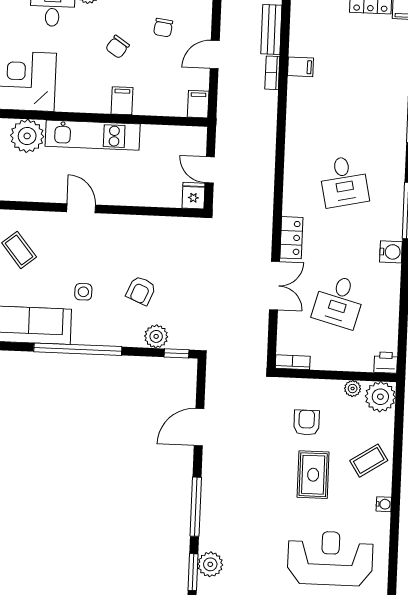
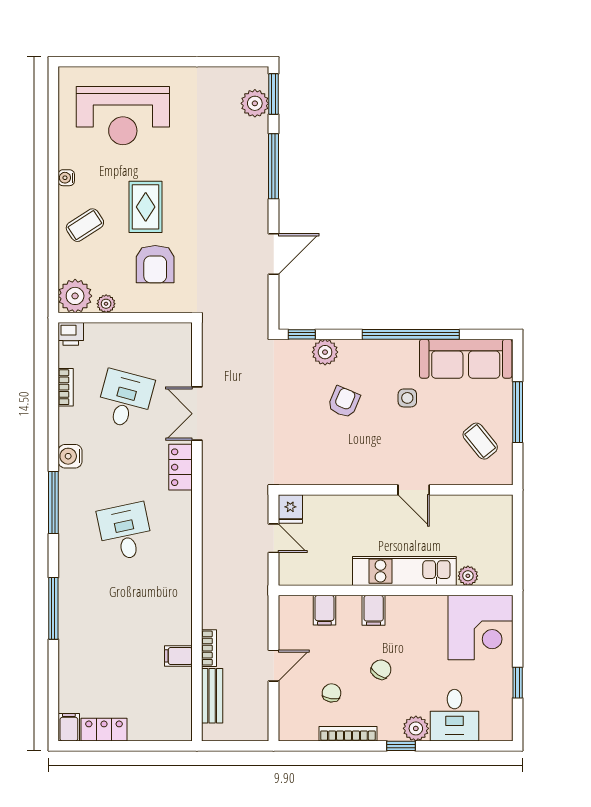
filing cabinet: (198, 104) -> (324, 610), moved
plant: (27, 136) -> (468, 576), width x0.53, depth x0.53
bookcase: (293, 362) -> (66, 387), moved, turned -90
armchair: (307, 423) -> (155, 264), width x1.38, depth x1.38

